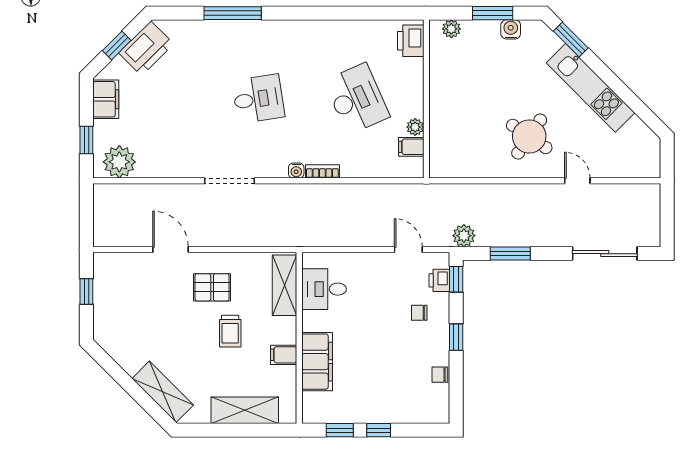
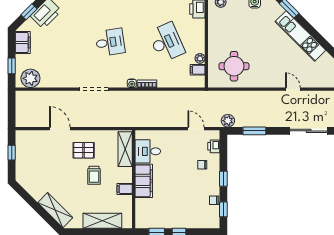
round table: (529, 136) -> (234, 66), moved, turned -34
window: (456, 279) -> (223, 209), moved
filing cabinet: (317, 362) -> (144, 181), moved

